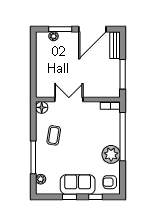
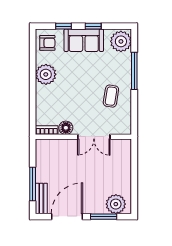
plant: (54, 36) -> (116, 204), width x1.88, depth x1.88
window: (123, 74) -> (33, 184), moved
floor lamp: (42, 107) -> (66, 128), moved
window: (123, 137) -> (33, 95), removed
plant: (41, 179) -> (121, 41), width x1.87, depth x1.87

